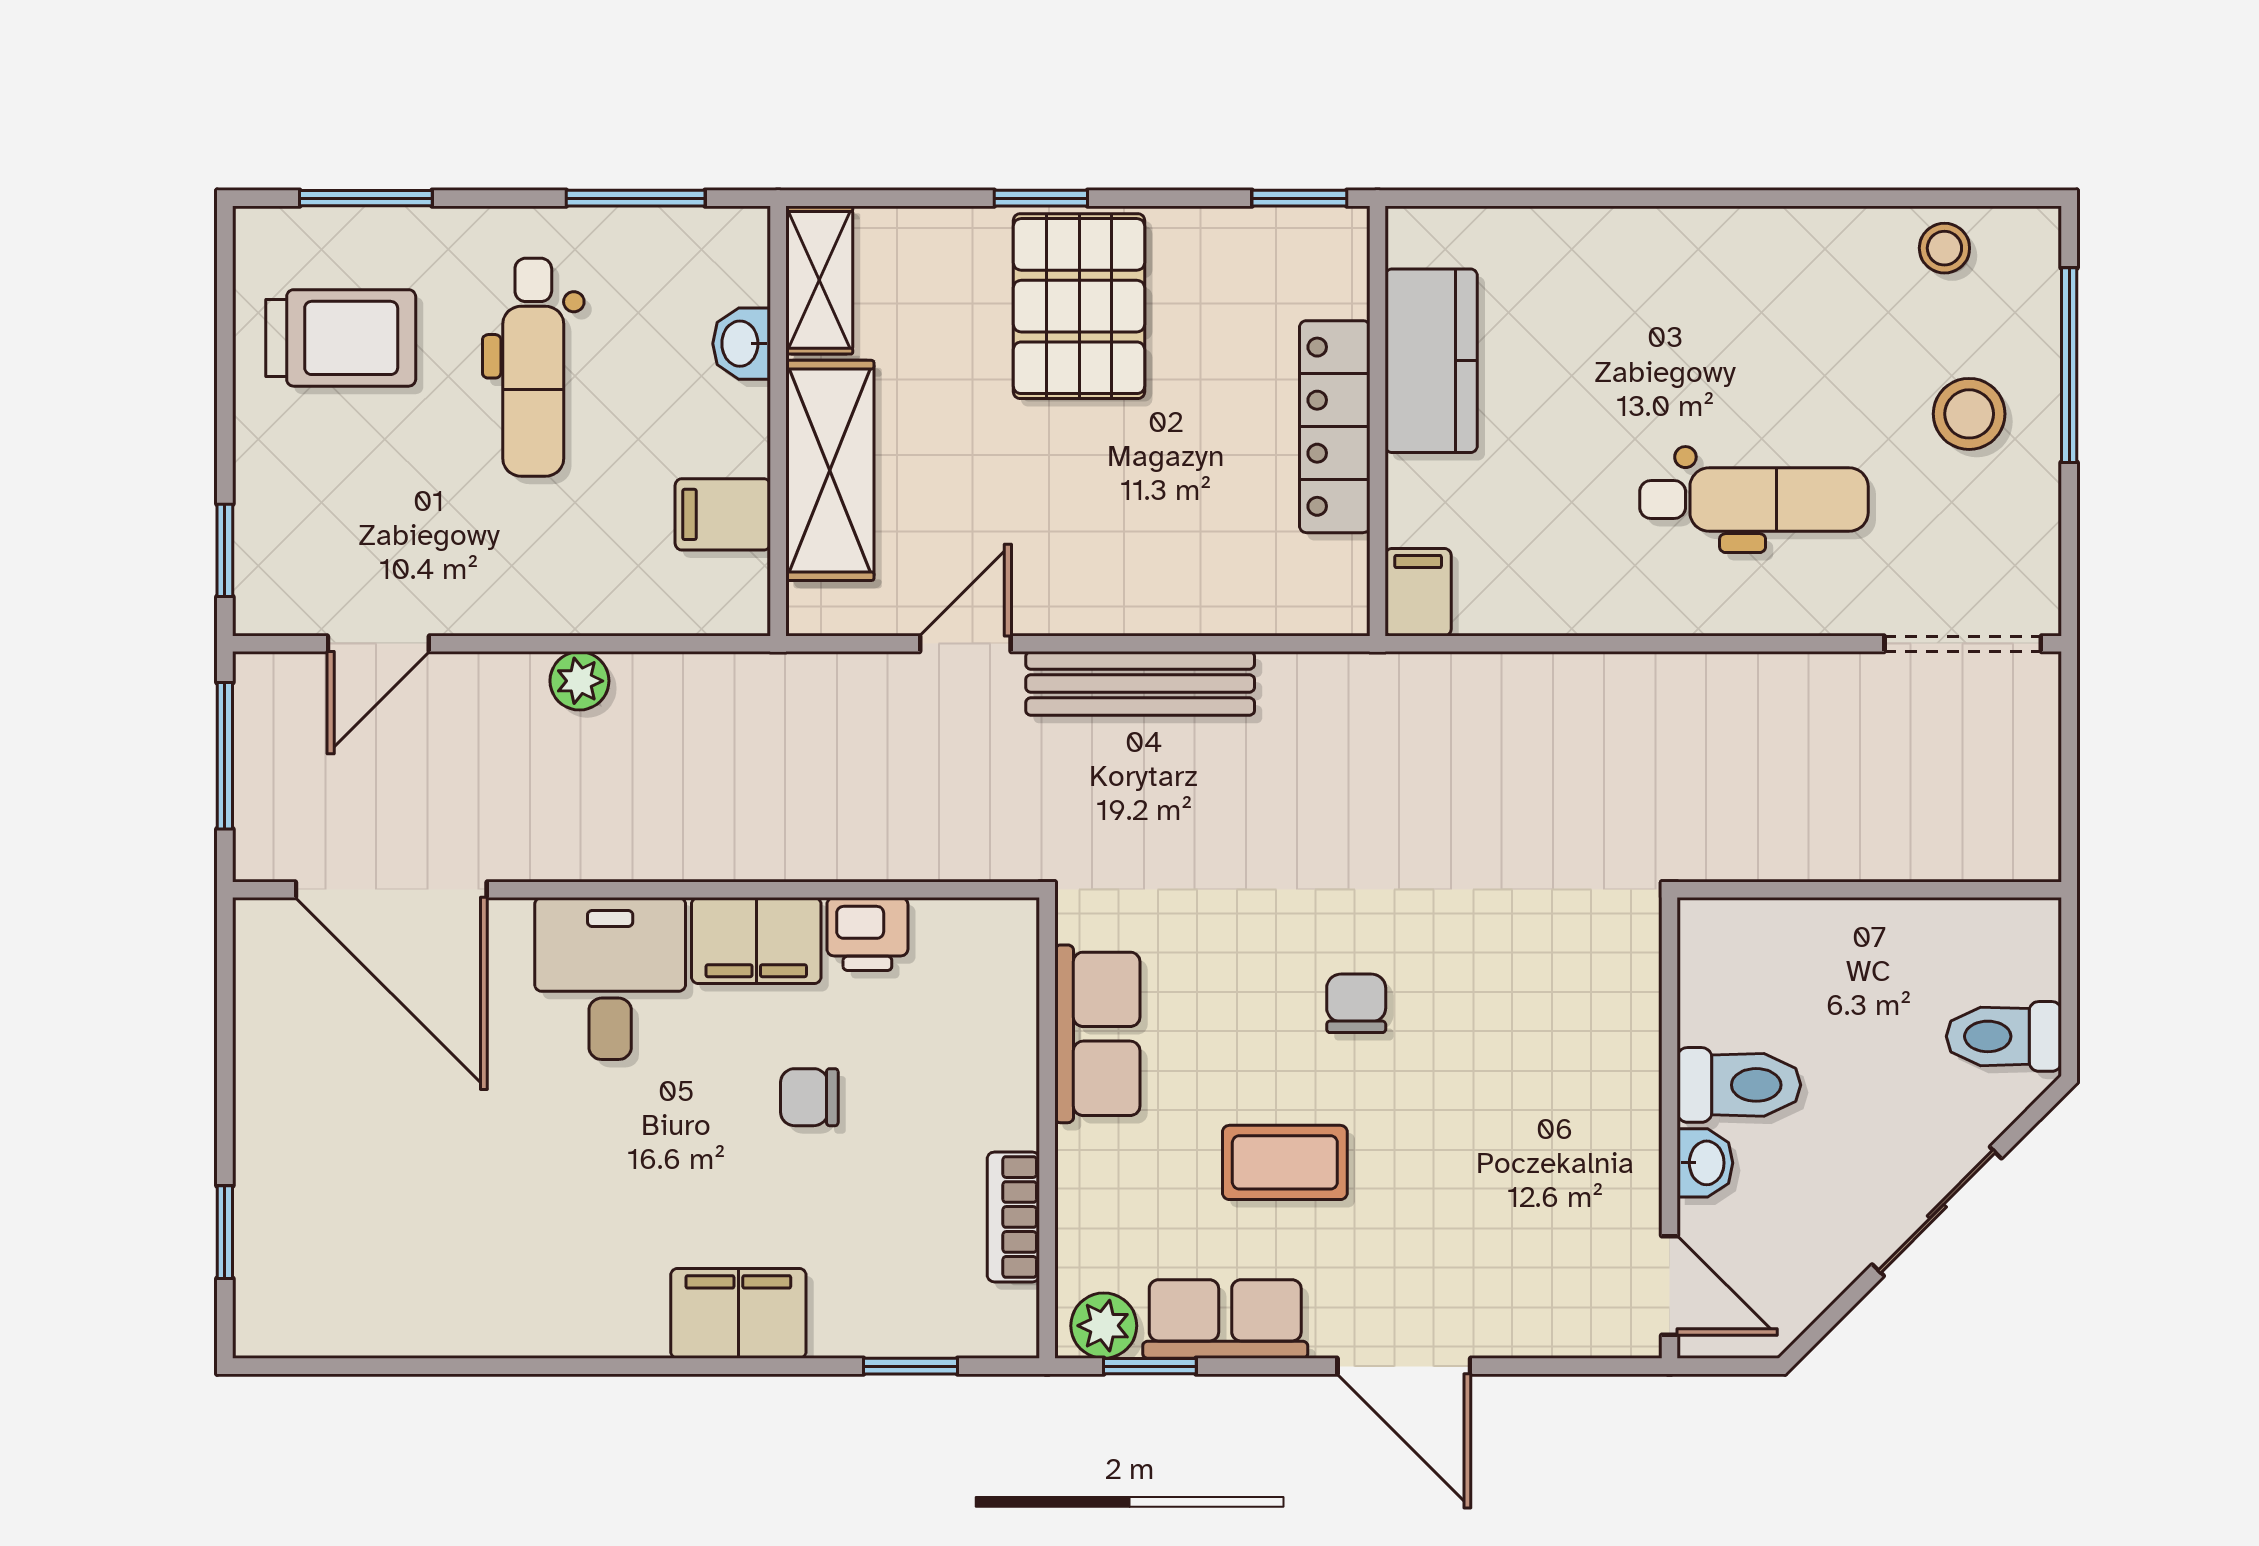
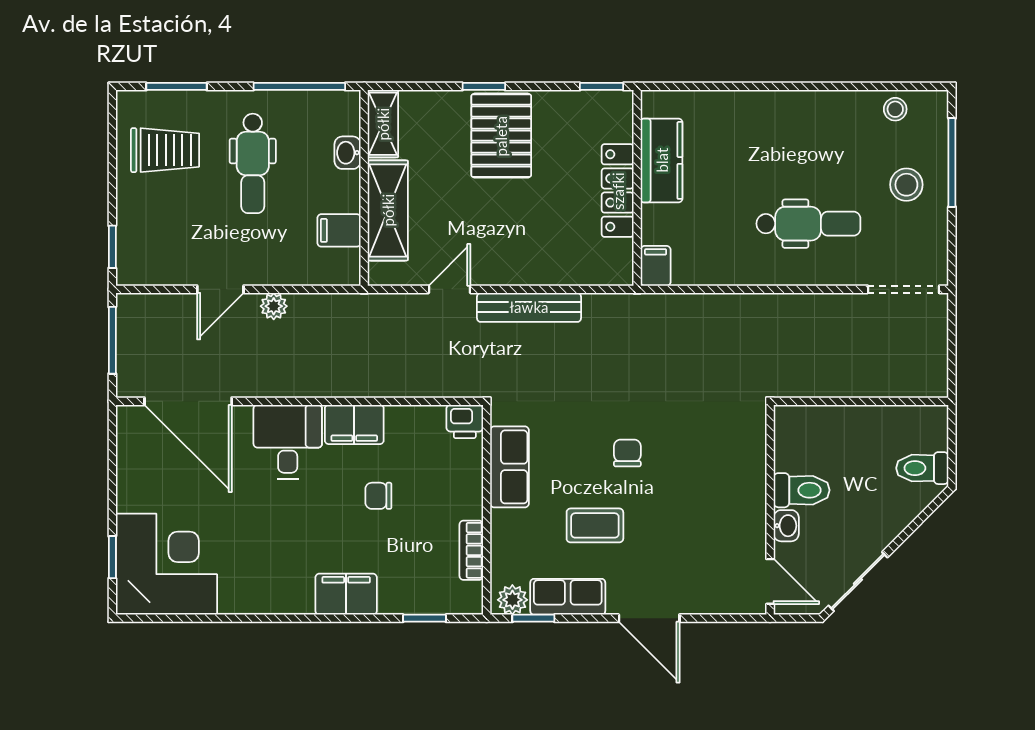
window: (636, 198) -> (299, 86), width x1.44
door: (378, 644) -> (220, 289), moved
printer: (867, 934) -> (465, 421), moved
sliding door: (1937, 1211) -> (858, 582), moved
corner desk: (344, 1247) -> (166, 564), added

